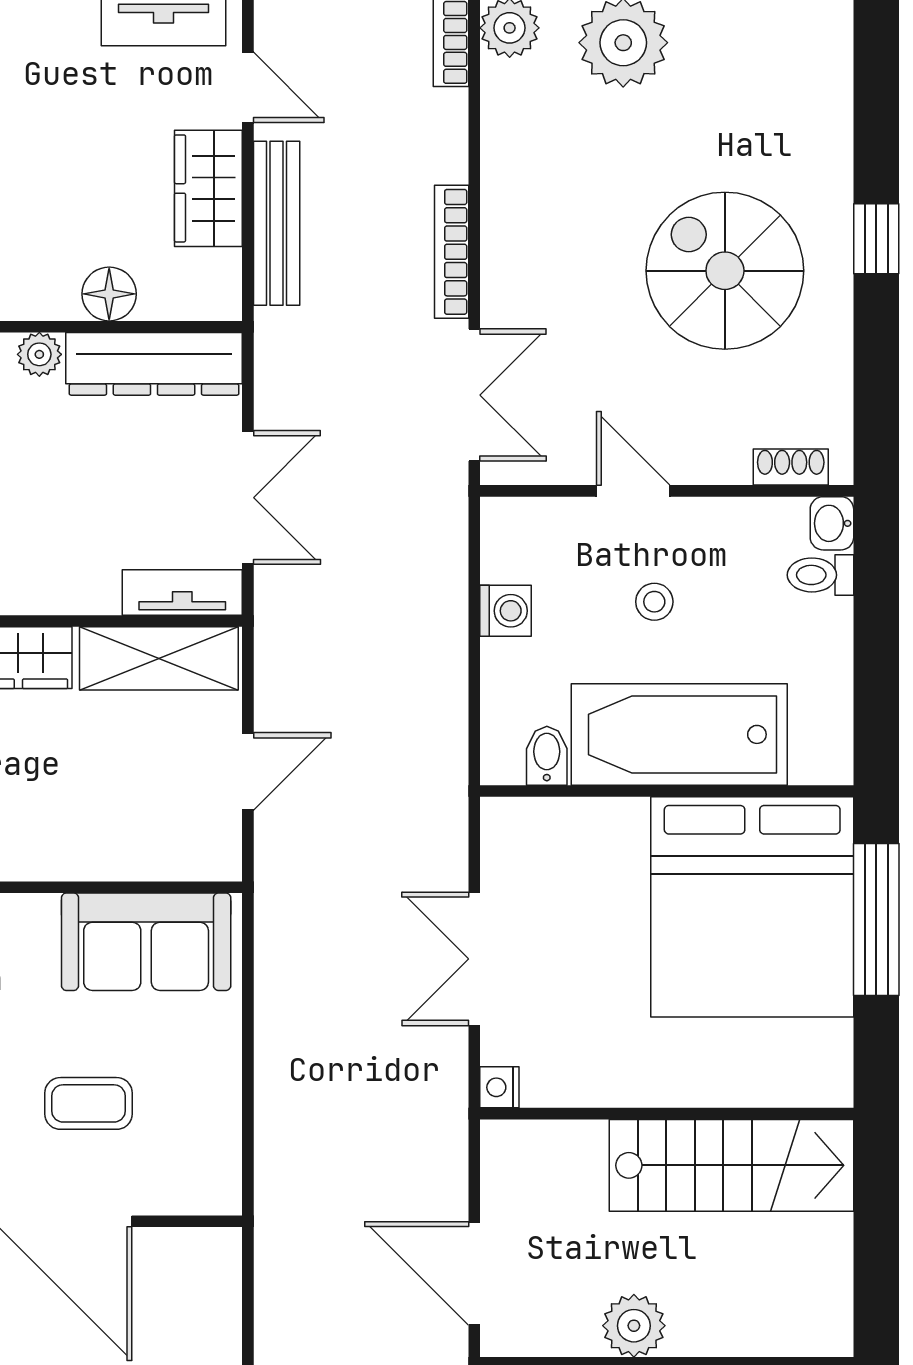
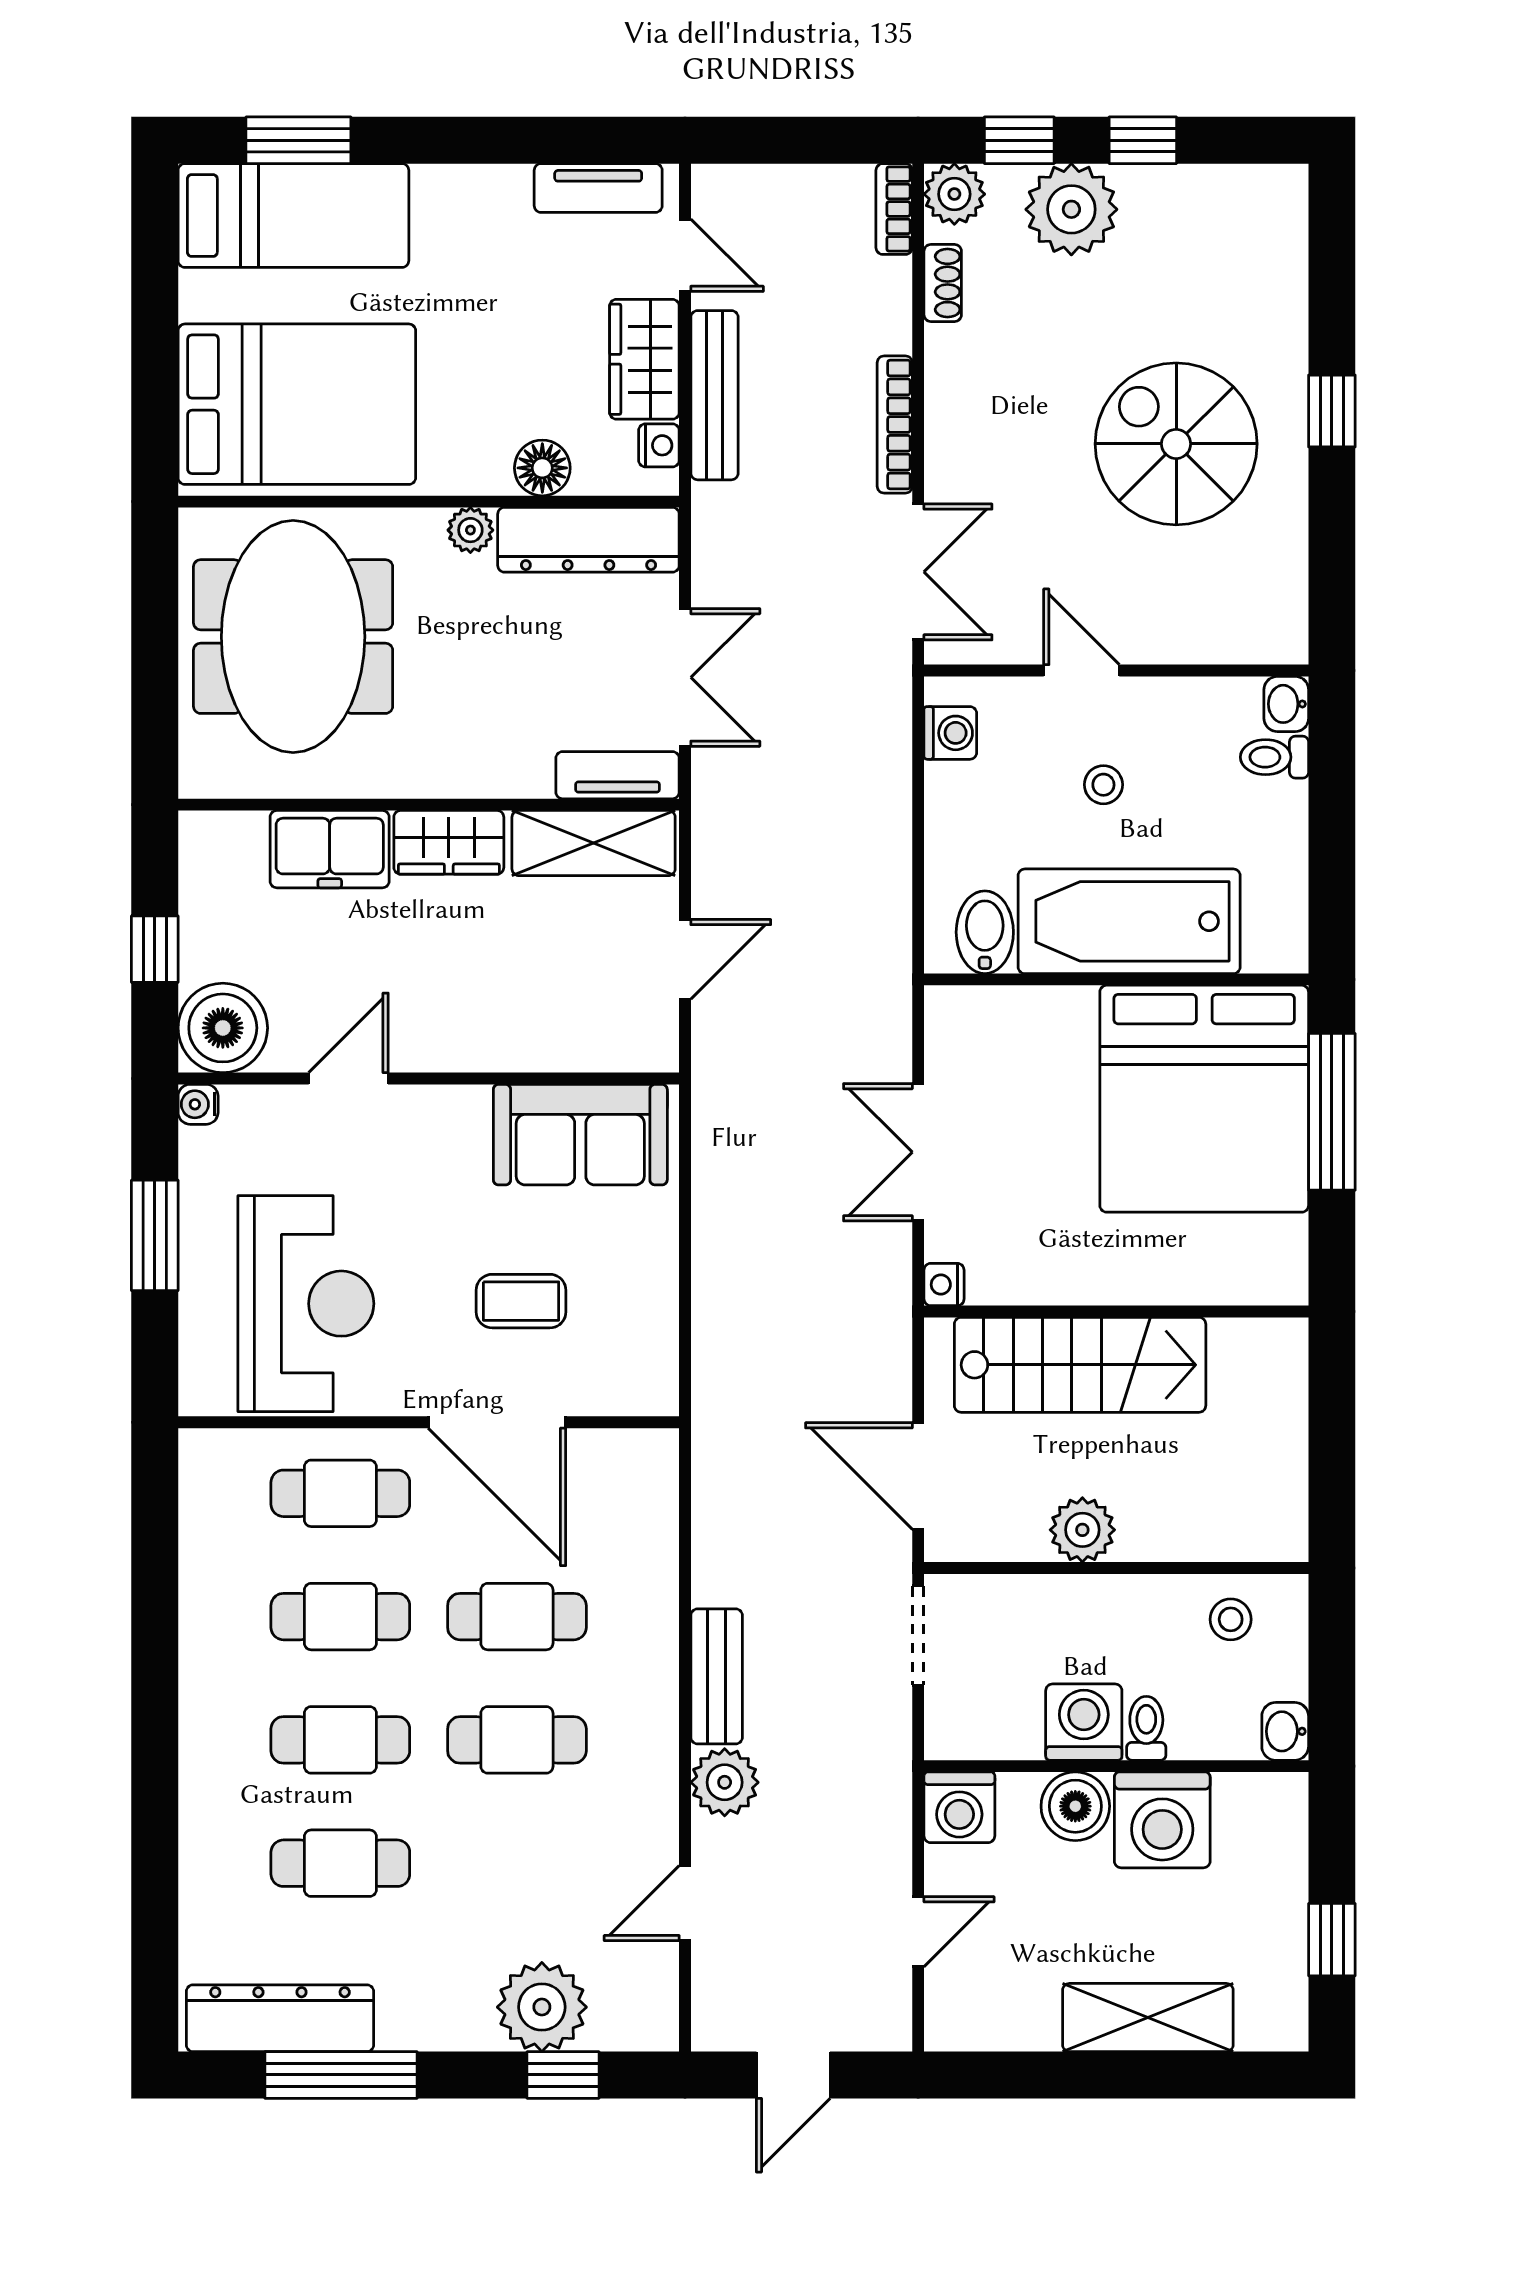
nightstand: (222, 272) -> (659, 445), added
shoe rack: (791, 467) -> (943, 283), moved, turned 90
washing machine: (506, 611) -> (950, 733), moved
bidet: (547, 756) -> (985, 932), width x1.38, depth x1.36
stairs: (731, 1165) -> (1080, 1365), moved

